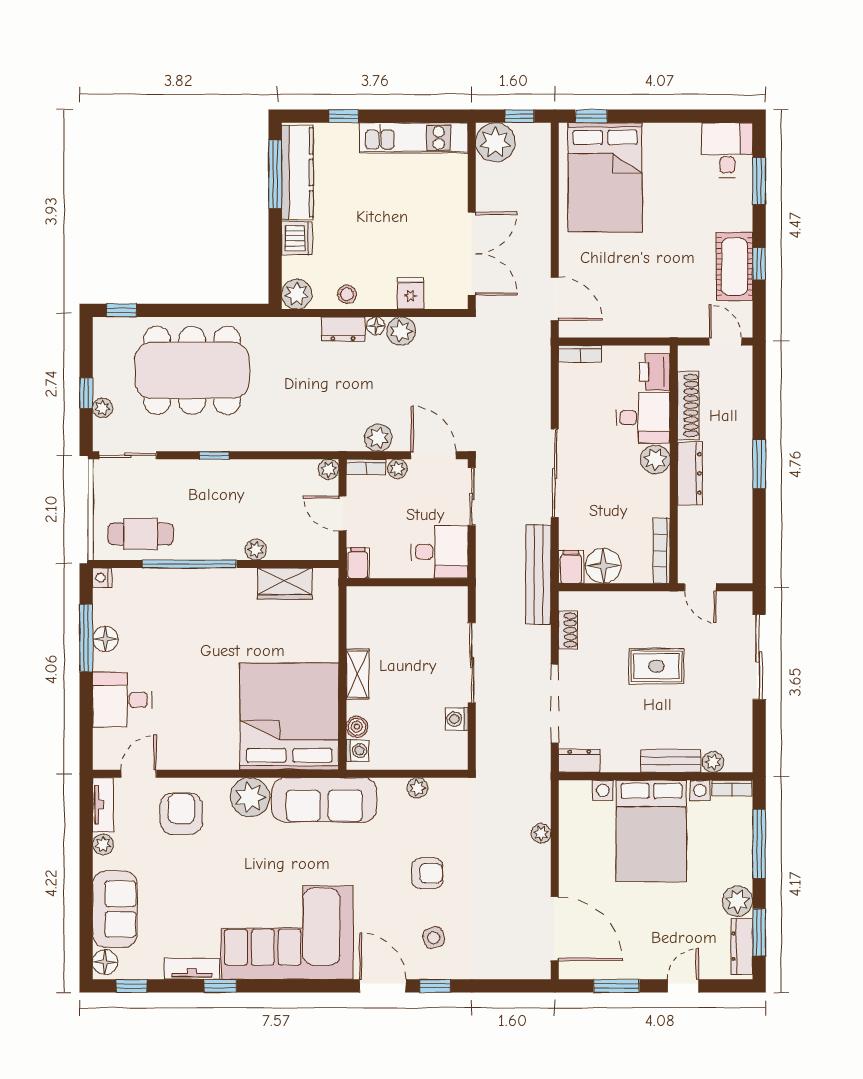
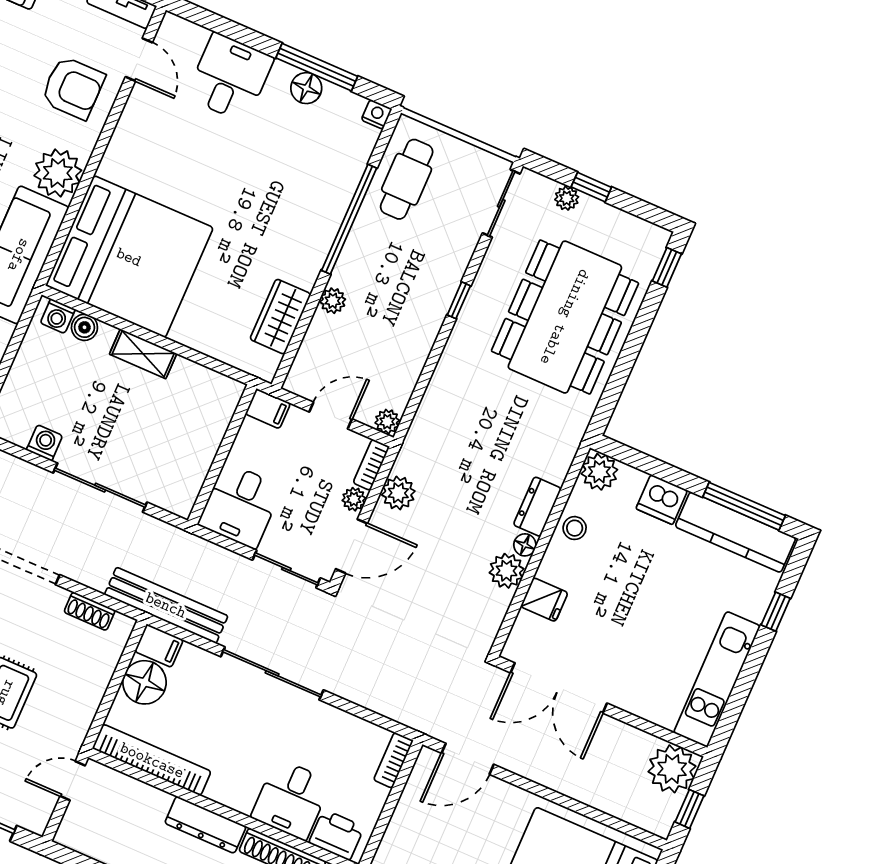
plant: (655, 459) -> (238, 793), removed
bookcase: (661, 551) -> (152, 760), width x1.48, depth x1.31

